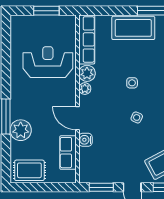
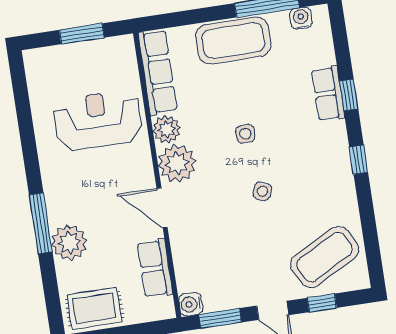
plant: (85, 89) -> (177, 163), width x1.87, depth x1.87
water cooler: (85, 140) -> (191, 304), moved

